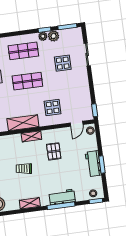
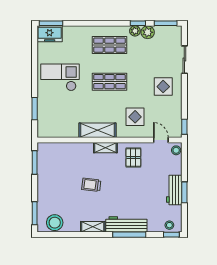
display table: (63, 63) -> (163, 87), moved
door: (77, 124) -> (161, 140), swing flipped
pallet: (54, 151) -> (133, 158), moved
workbench: (62, 197) -> (126, 224), width x1.38

